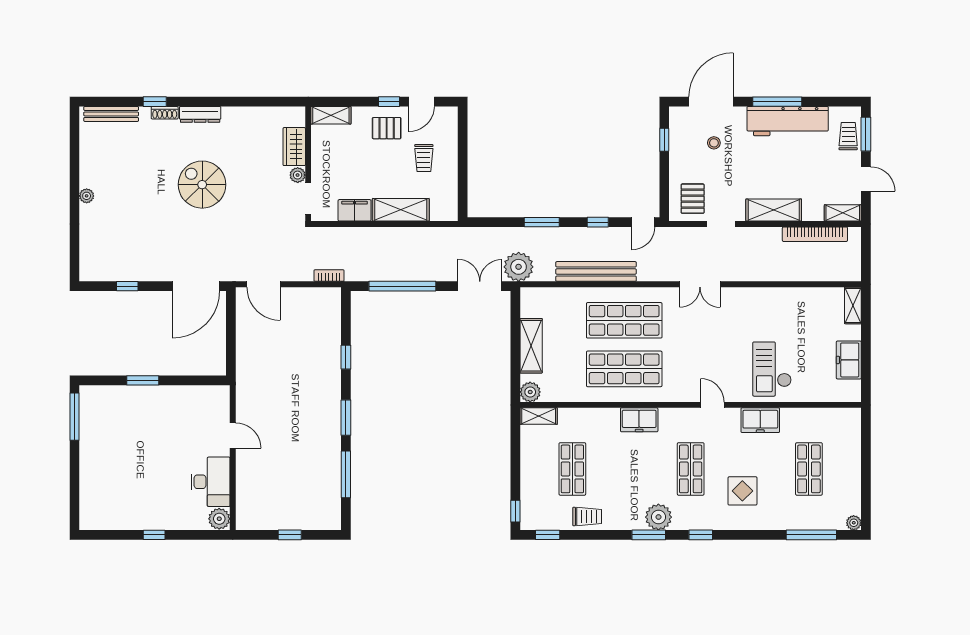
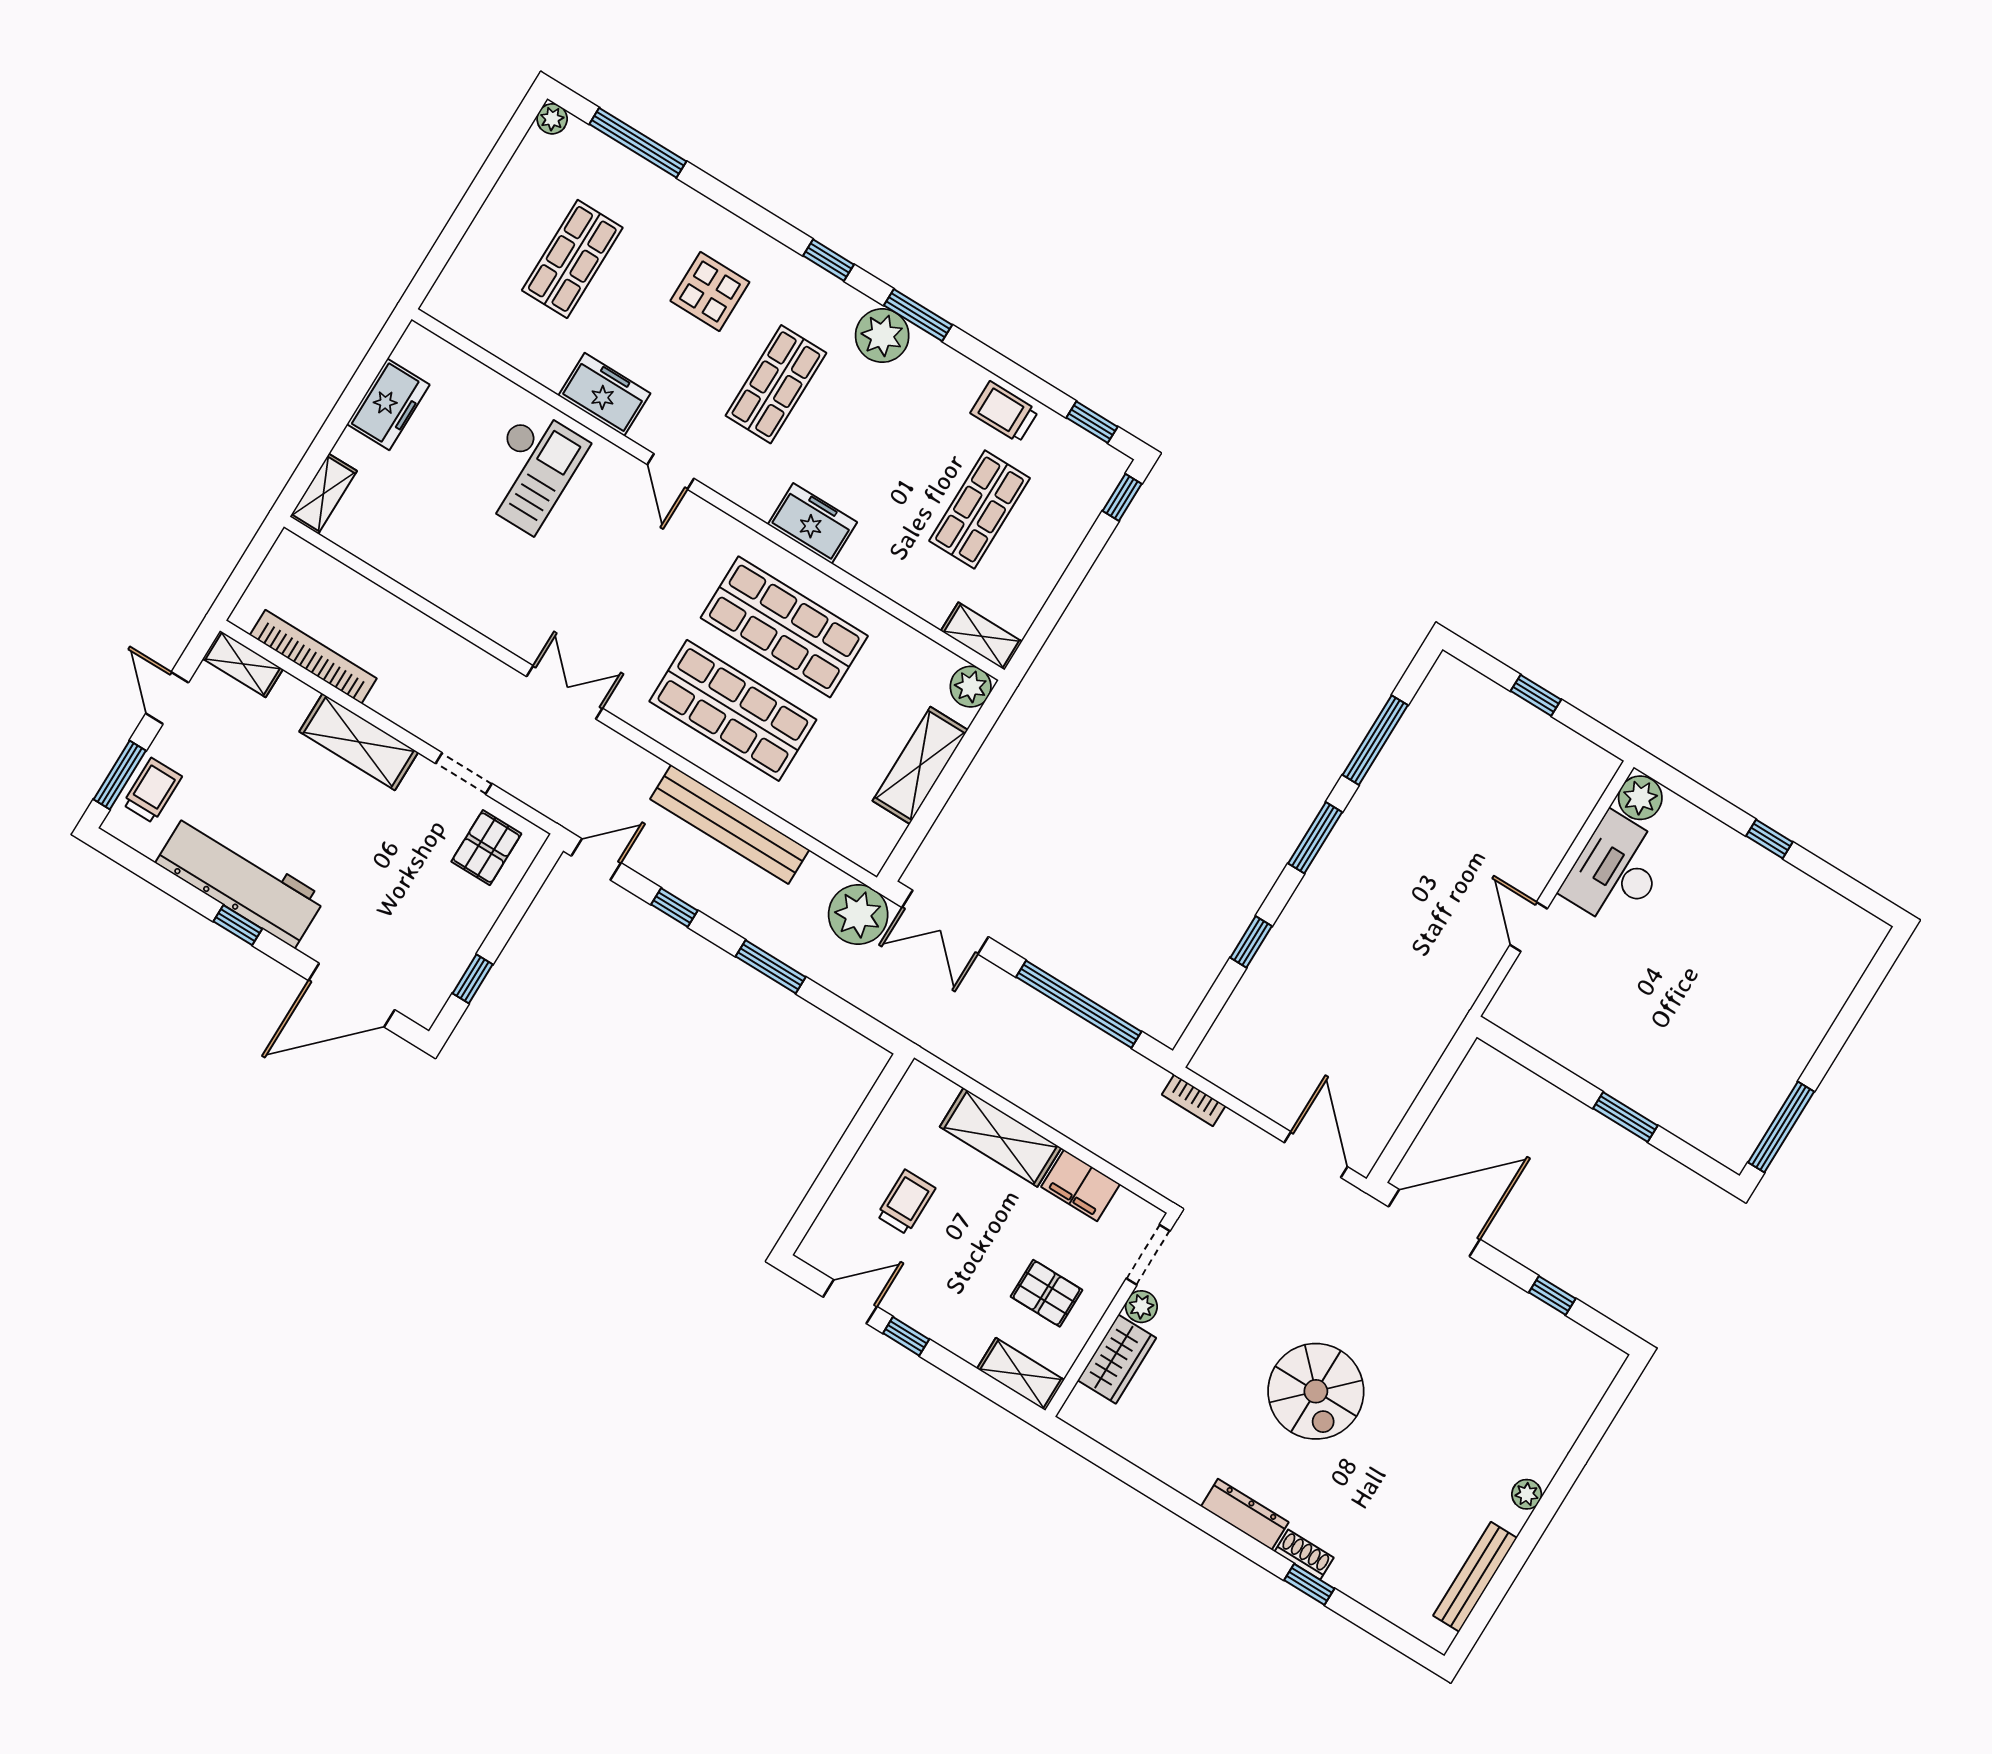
window: (777, 102) -> (238, 925), width x0.46
bench: (111, 114) -> (1475, 1577), moved, turned 90
pallet: (387, 128) -> (1047, 1293), moved
trolley: (848, 136) -> (152, 790), turned 180
stool: (714, 143) -> (390, 921), removed

